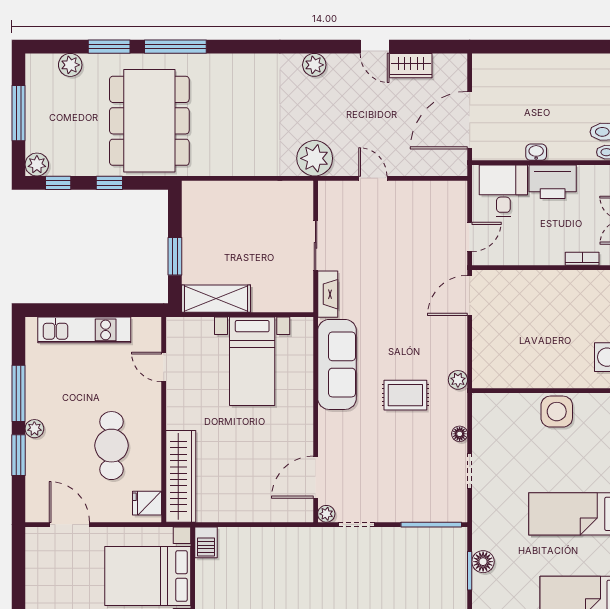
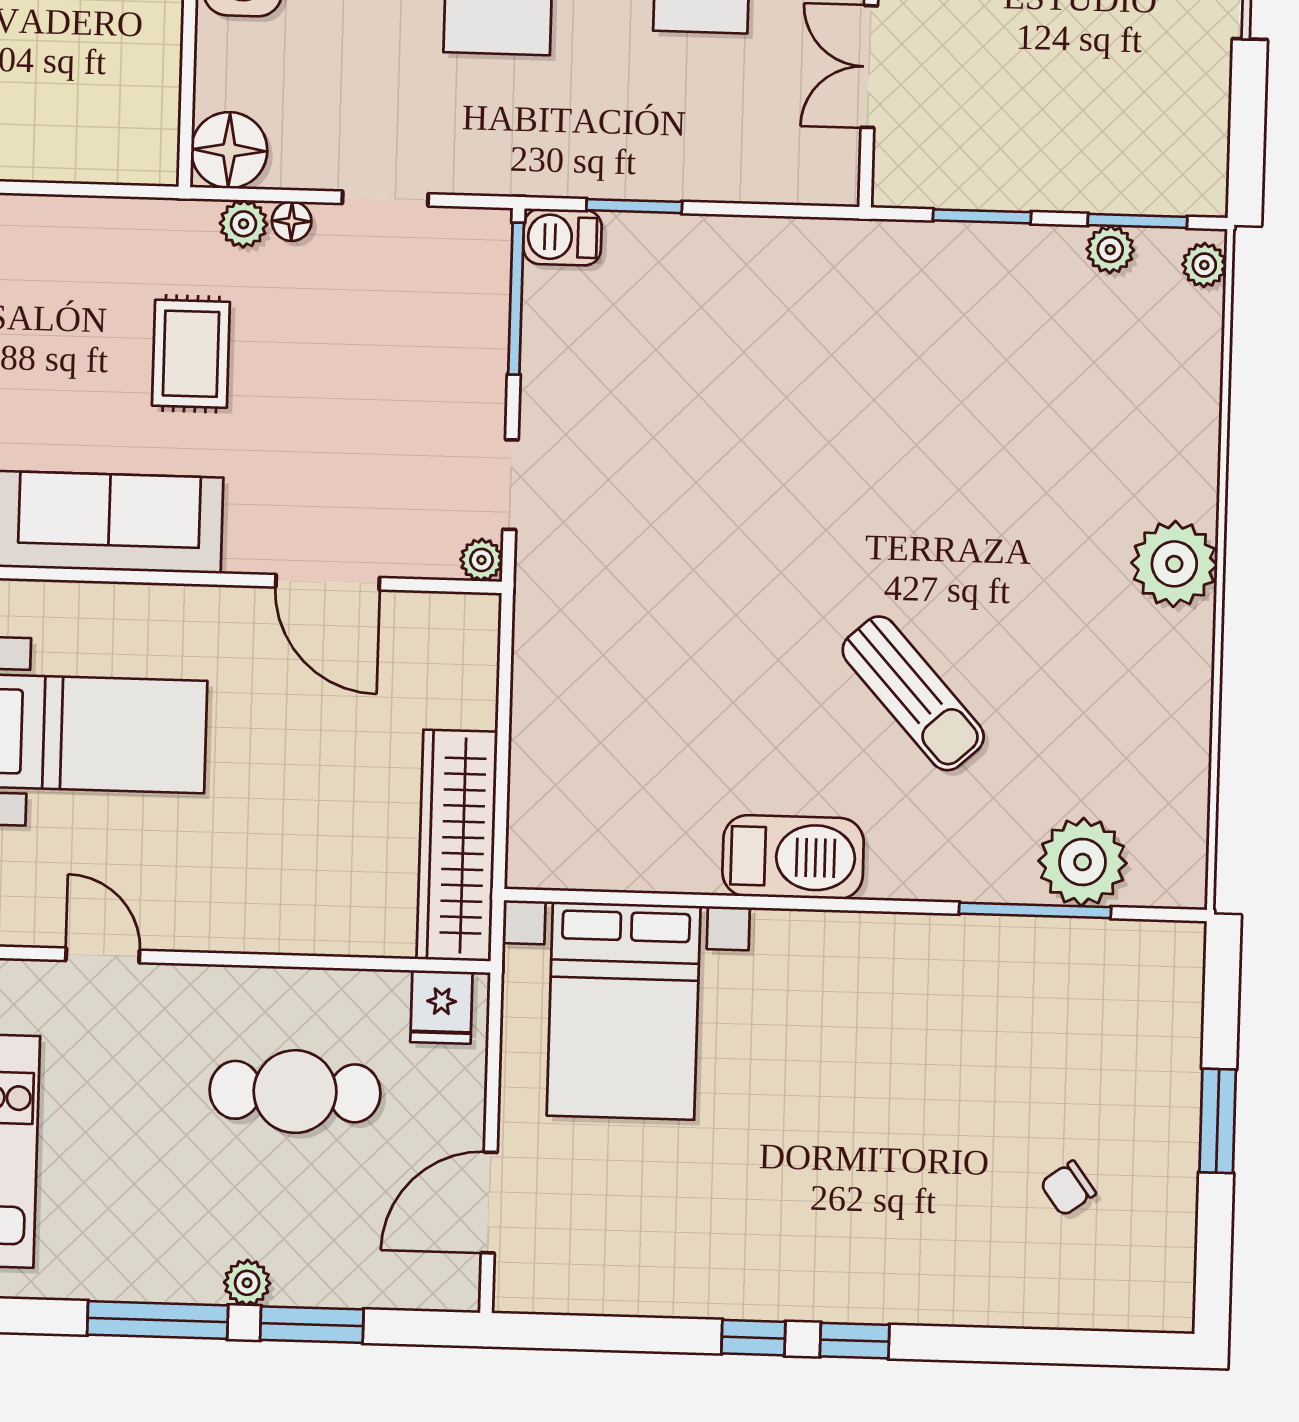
door: (164, 367) -> (103, 955), swing flipped
plant: (458, 380) -> (244, 224), moved
wardrobe: (181, 476) -> (457, 845), moved, turned -90
door: (316, 477) -> (328, 582), moved
barbecue: (206, 542) -> (562, 237), moved, turned 180
floor lamp: (483, 562) -> (229, 150), moved, width x1.38, depth x1.38

